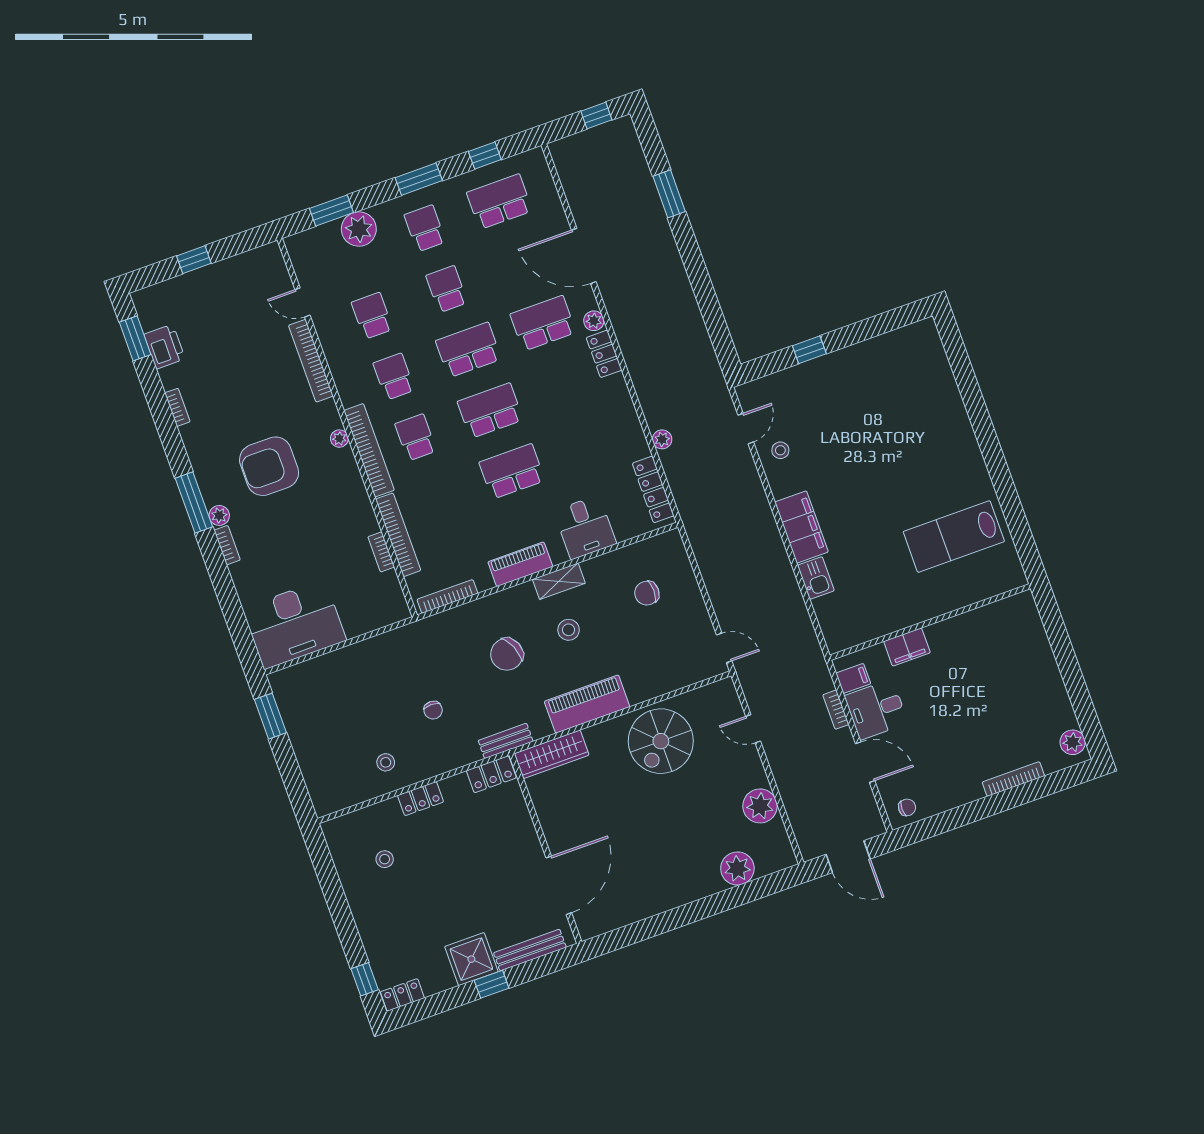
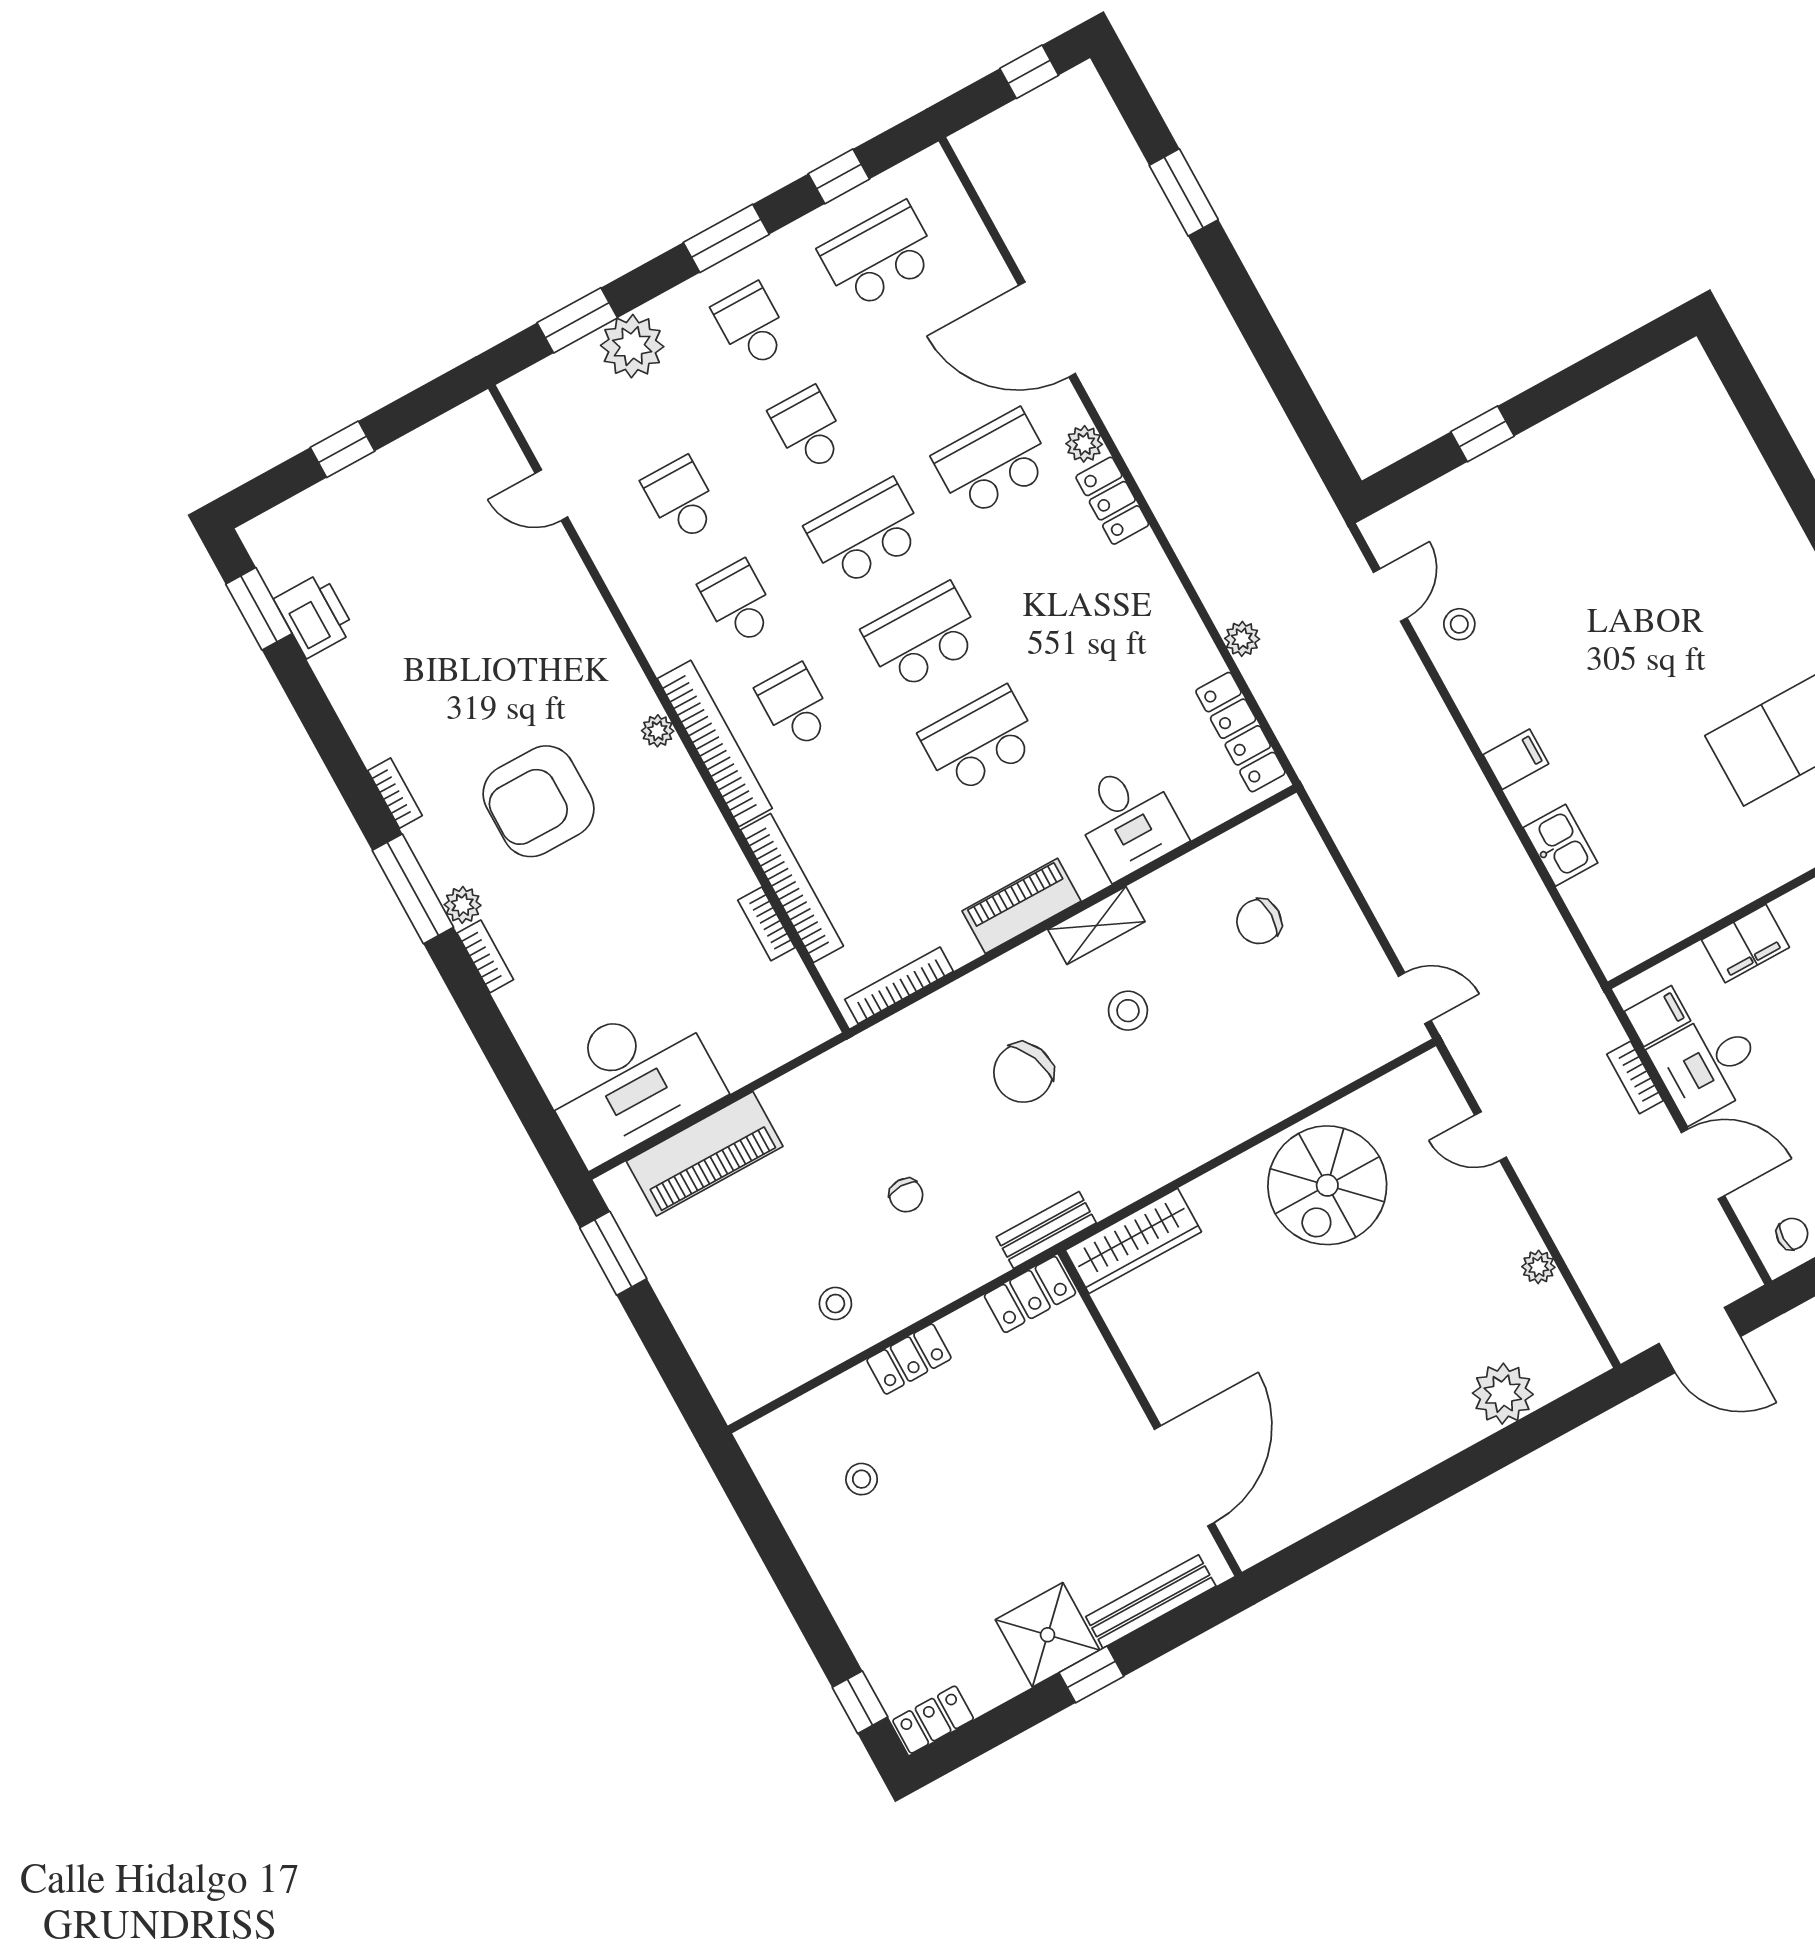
bookcase: (311, 361) -> (584, 598), removed
bookcase: (177, 407) -> (395, 793), moved
filing cabinet: (801, 527) -> (1516, 759), width x0.33, depth x0.86
piano: (587, 704) -> (705, 1154), moved, turned 180
plant: (760, 806) -> (1538, 1267), width x0.53, depth x0.53

